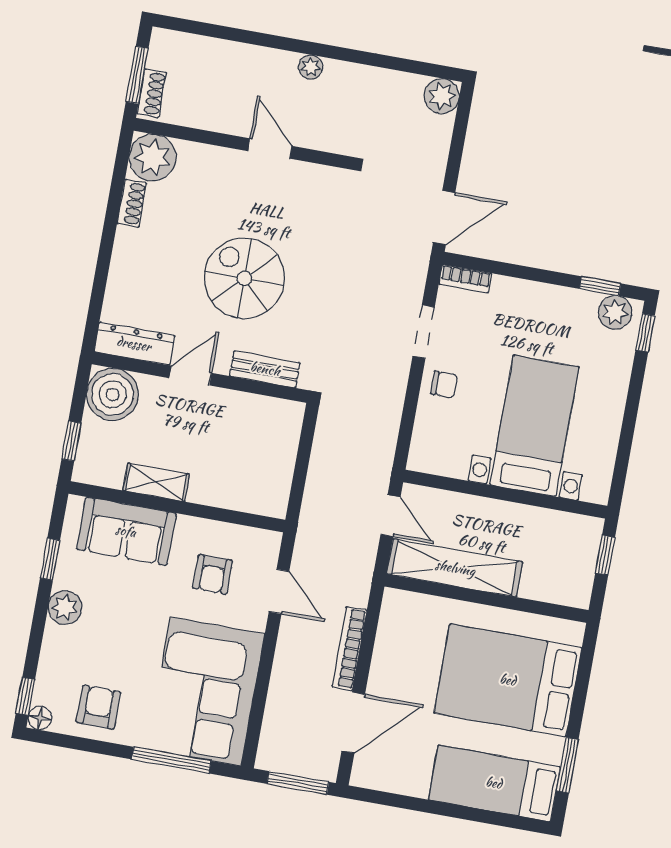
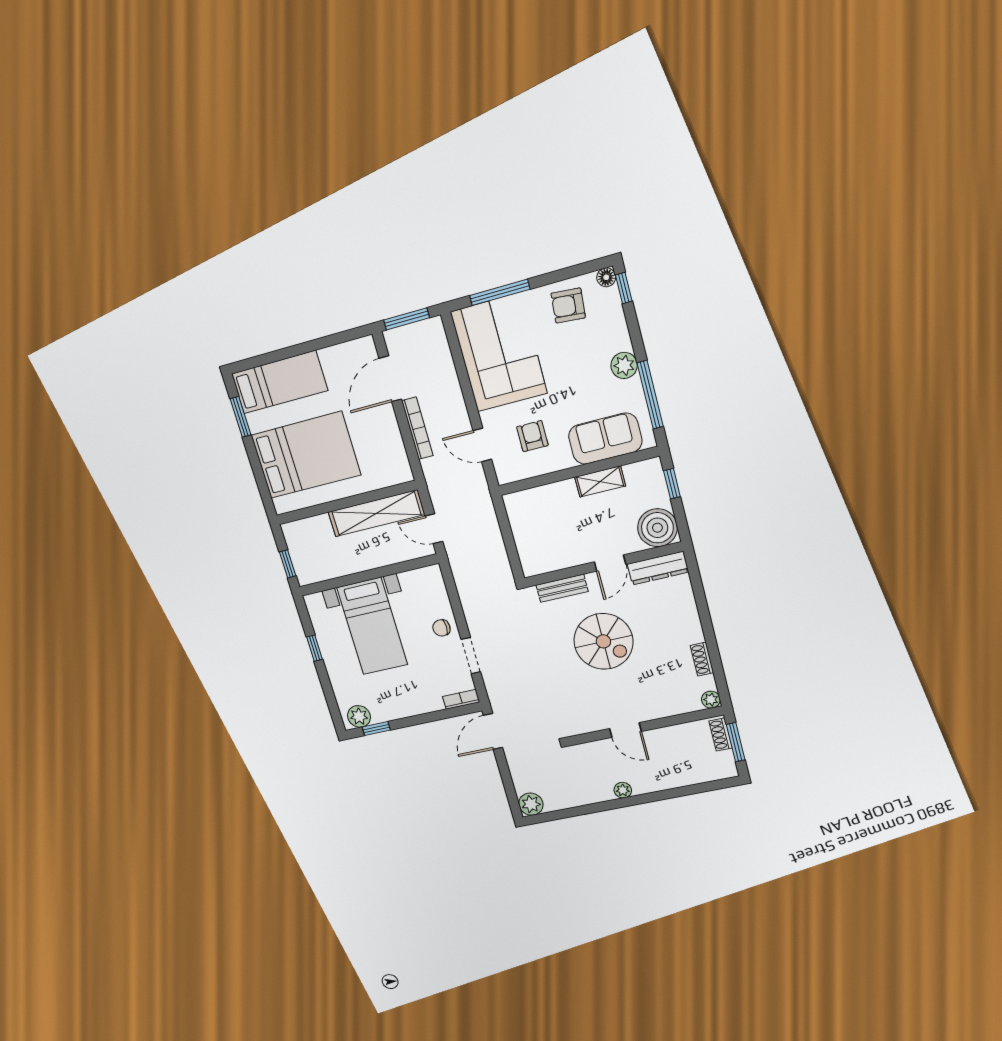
plant: (153, 158) -> (711, 700), width x0.53, depth x0.53
window: (645, 333) -> (315, 648), moved
window: (50, 559) -> (650, 395), width x2.17
armchair: (98, 707) -> (568, 306), turned 95

